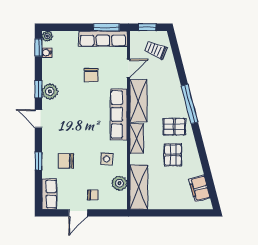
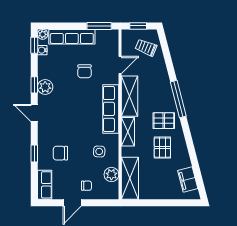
row of seats: (103, 39) -> (72, 37), moved

